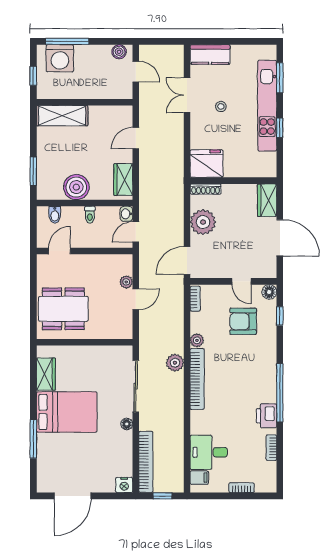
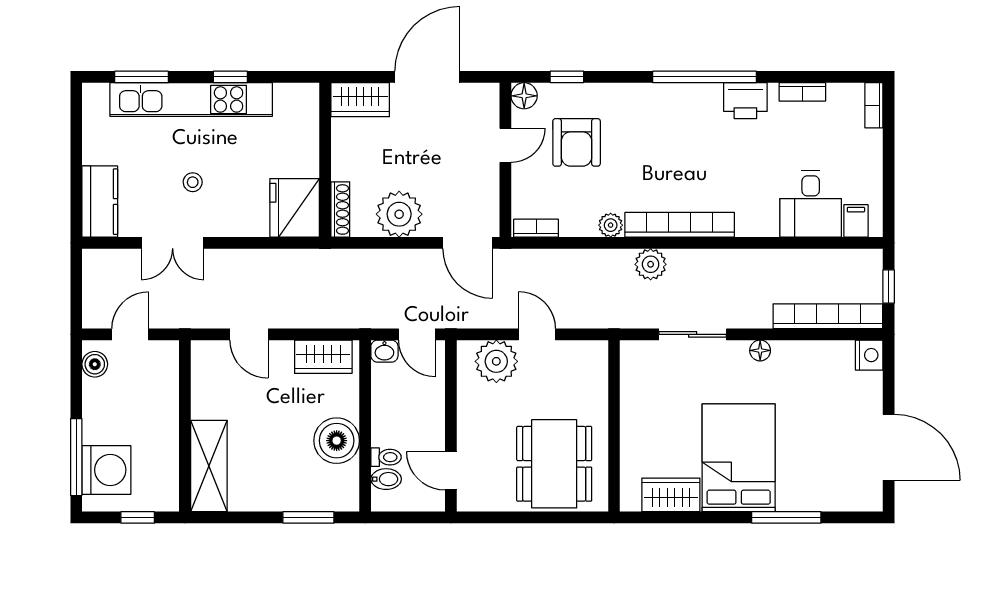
toilet: (90, 215) -> (386, 457), moved
plant: (126, 282) -> (496, 361), width x1.88, depth x1.88
sliding door: (136, 386) -> (693, 334), width x0.73
bookcase: (242, 488) -> (874, 105), moved

